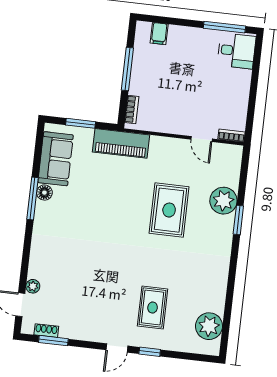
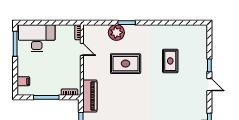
desk: (236, 51) -> (37, 38), width x1.87, depth x1.30
door: (202, 139) -> (82, 49), hinge flipped
rug: (153, 308) -> (170, 61), moved, turned 90
plant: (209, 326) -> (190, 32), removed

